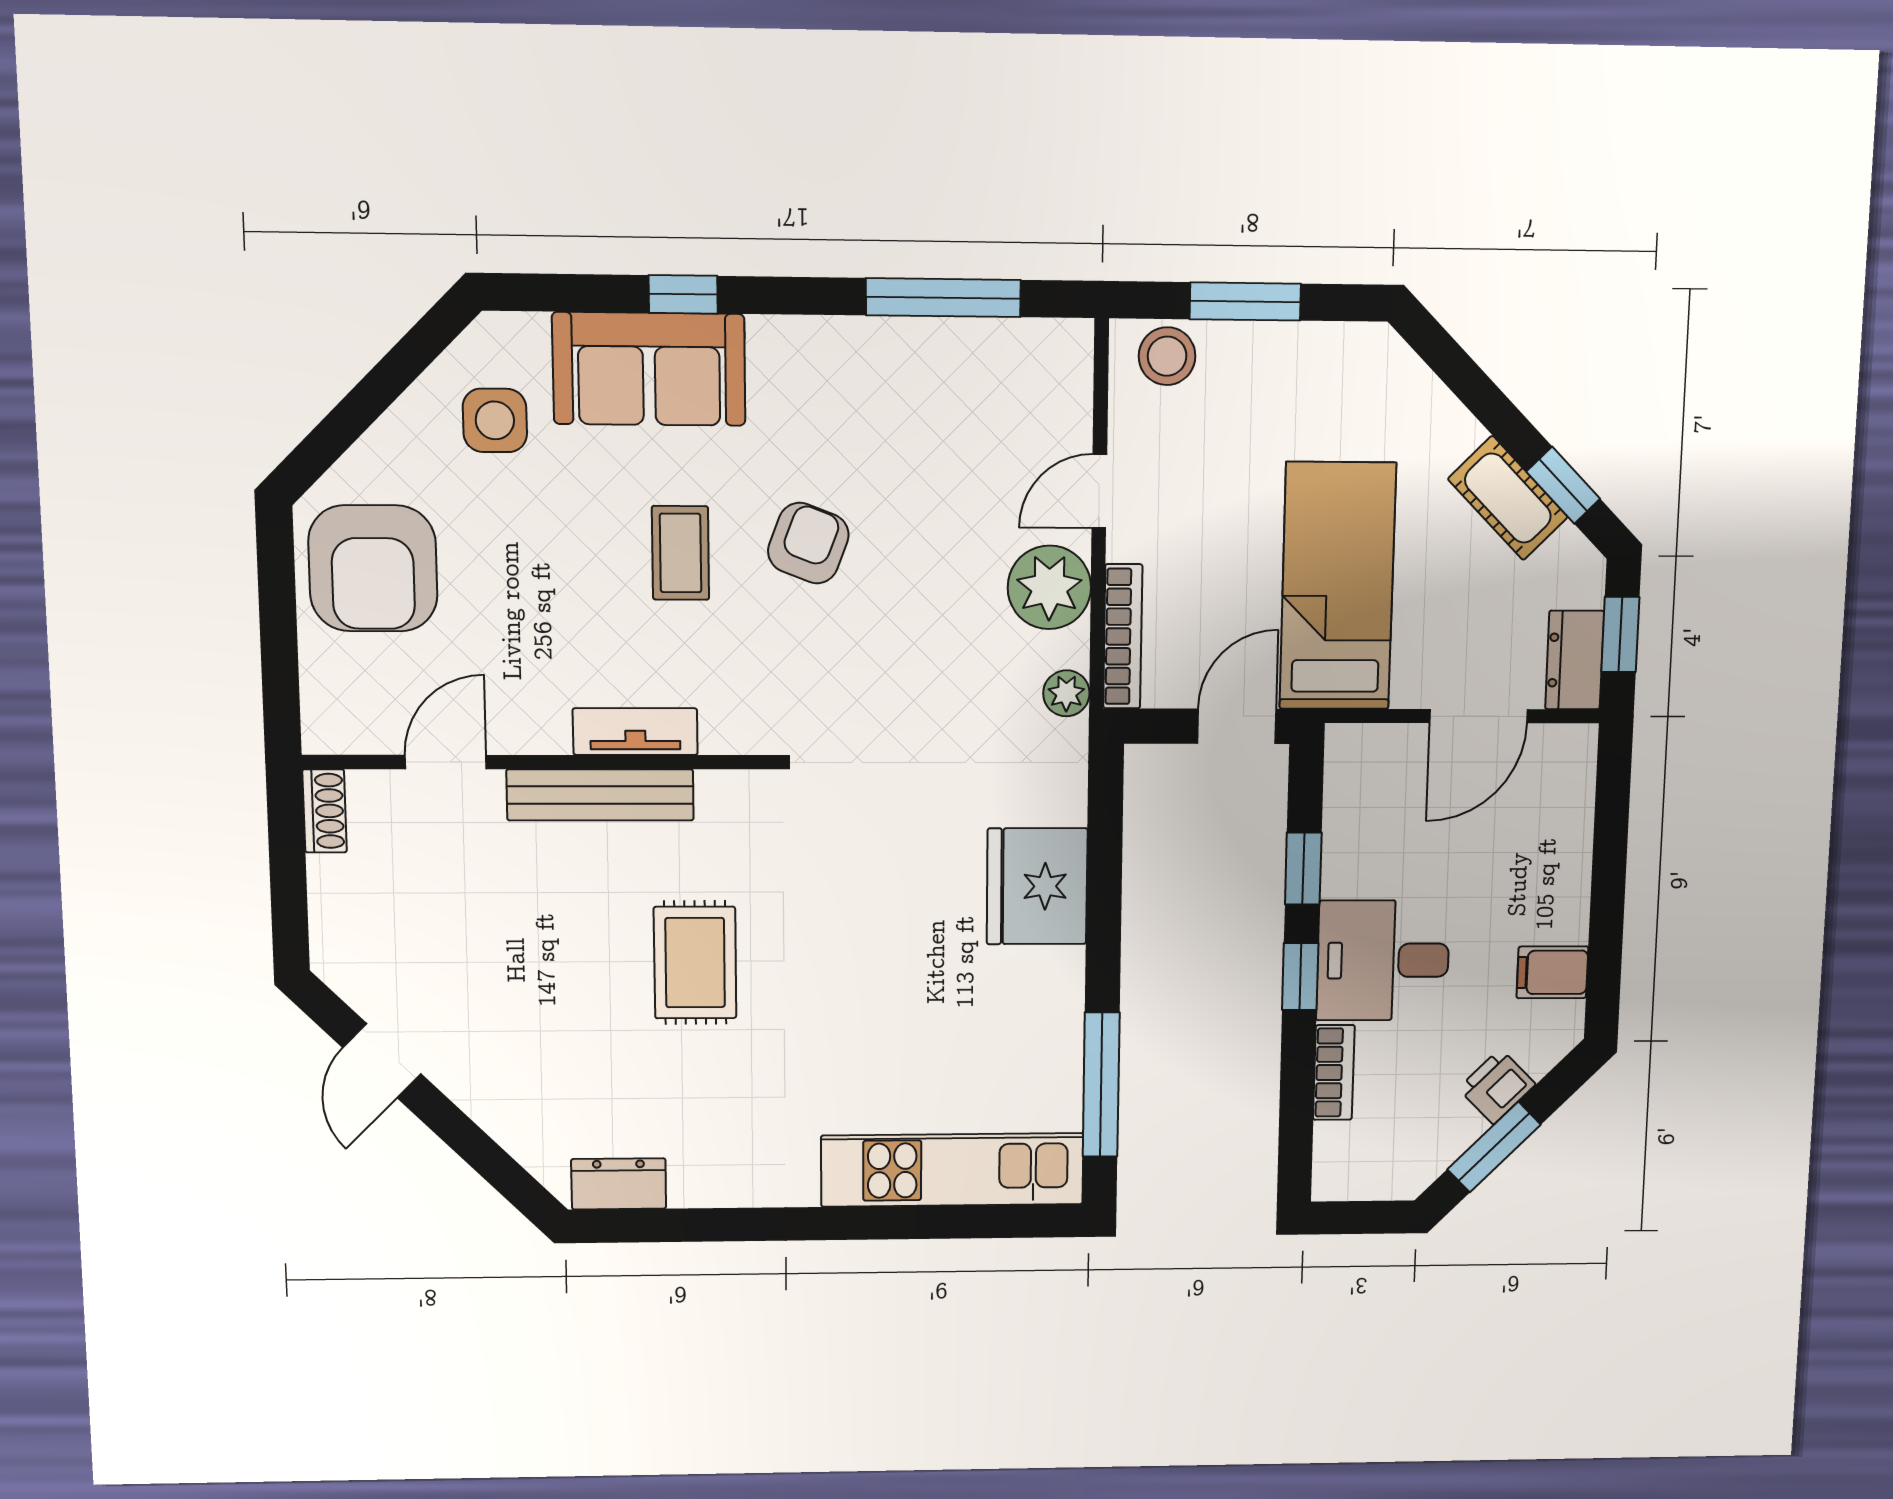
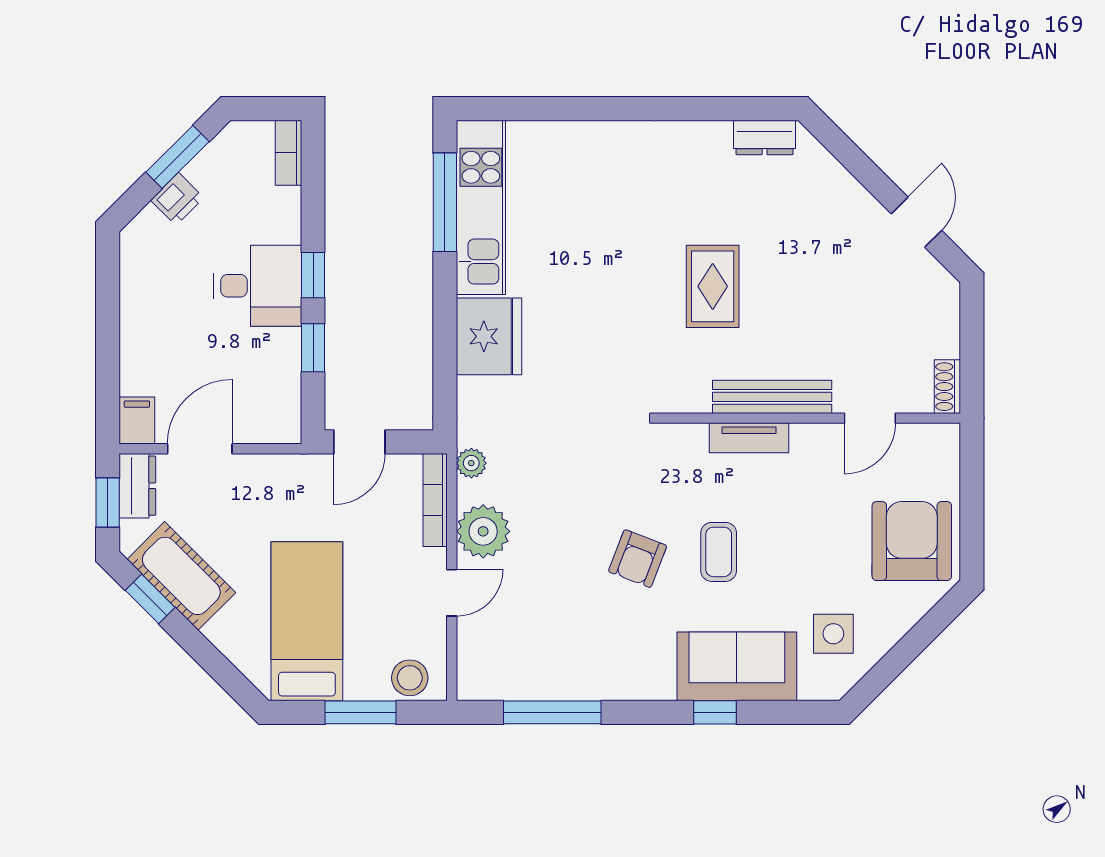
cot: (1508, 498) -> (181, 576), width x1.37, depth x1.34
bed: (1338, 586) -> (307, 621), moved, turned 180
filing cabinet: (1552, 972) -> (137, 421), moved, turned -90
bookcase: (1334, 1072) -> (288, 153), moved
kitchen unit: (952, 1170) -> (481, 207), moved, turned -90

